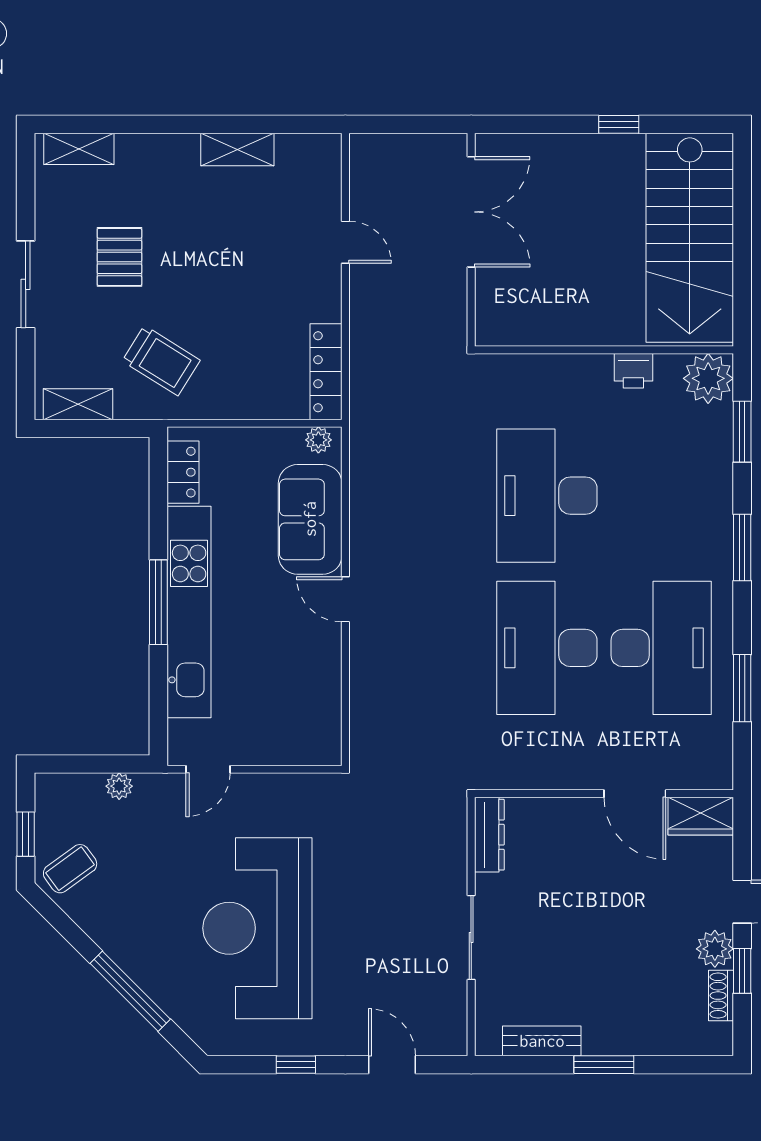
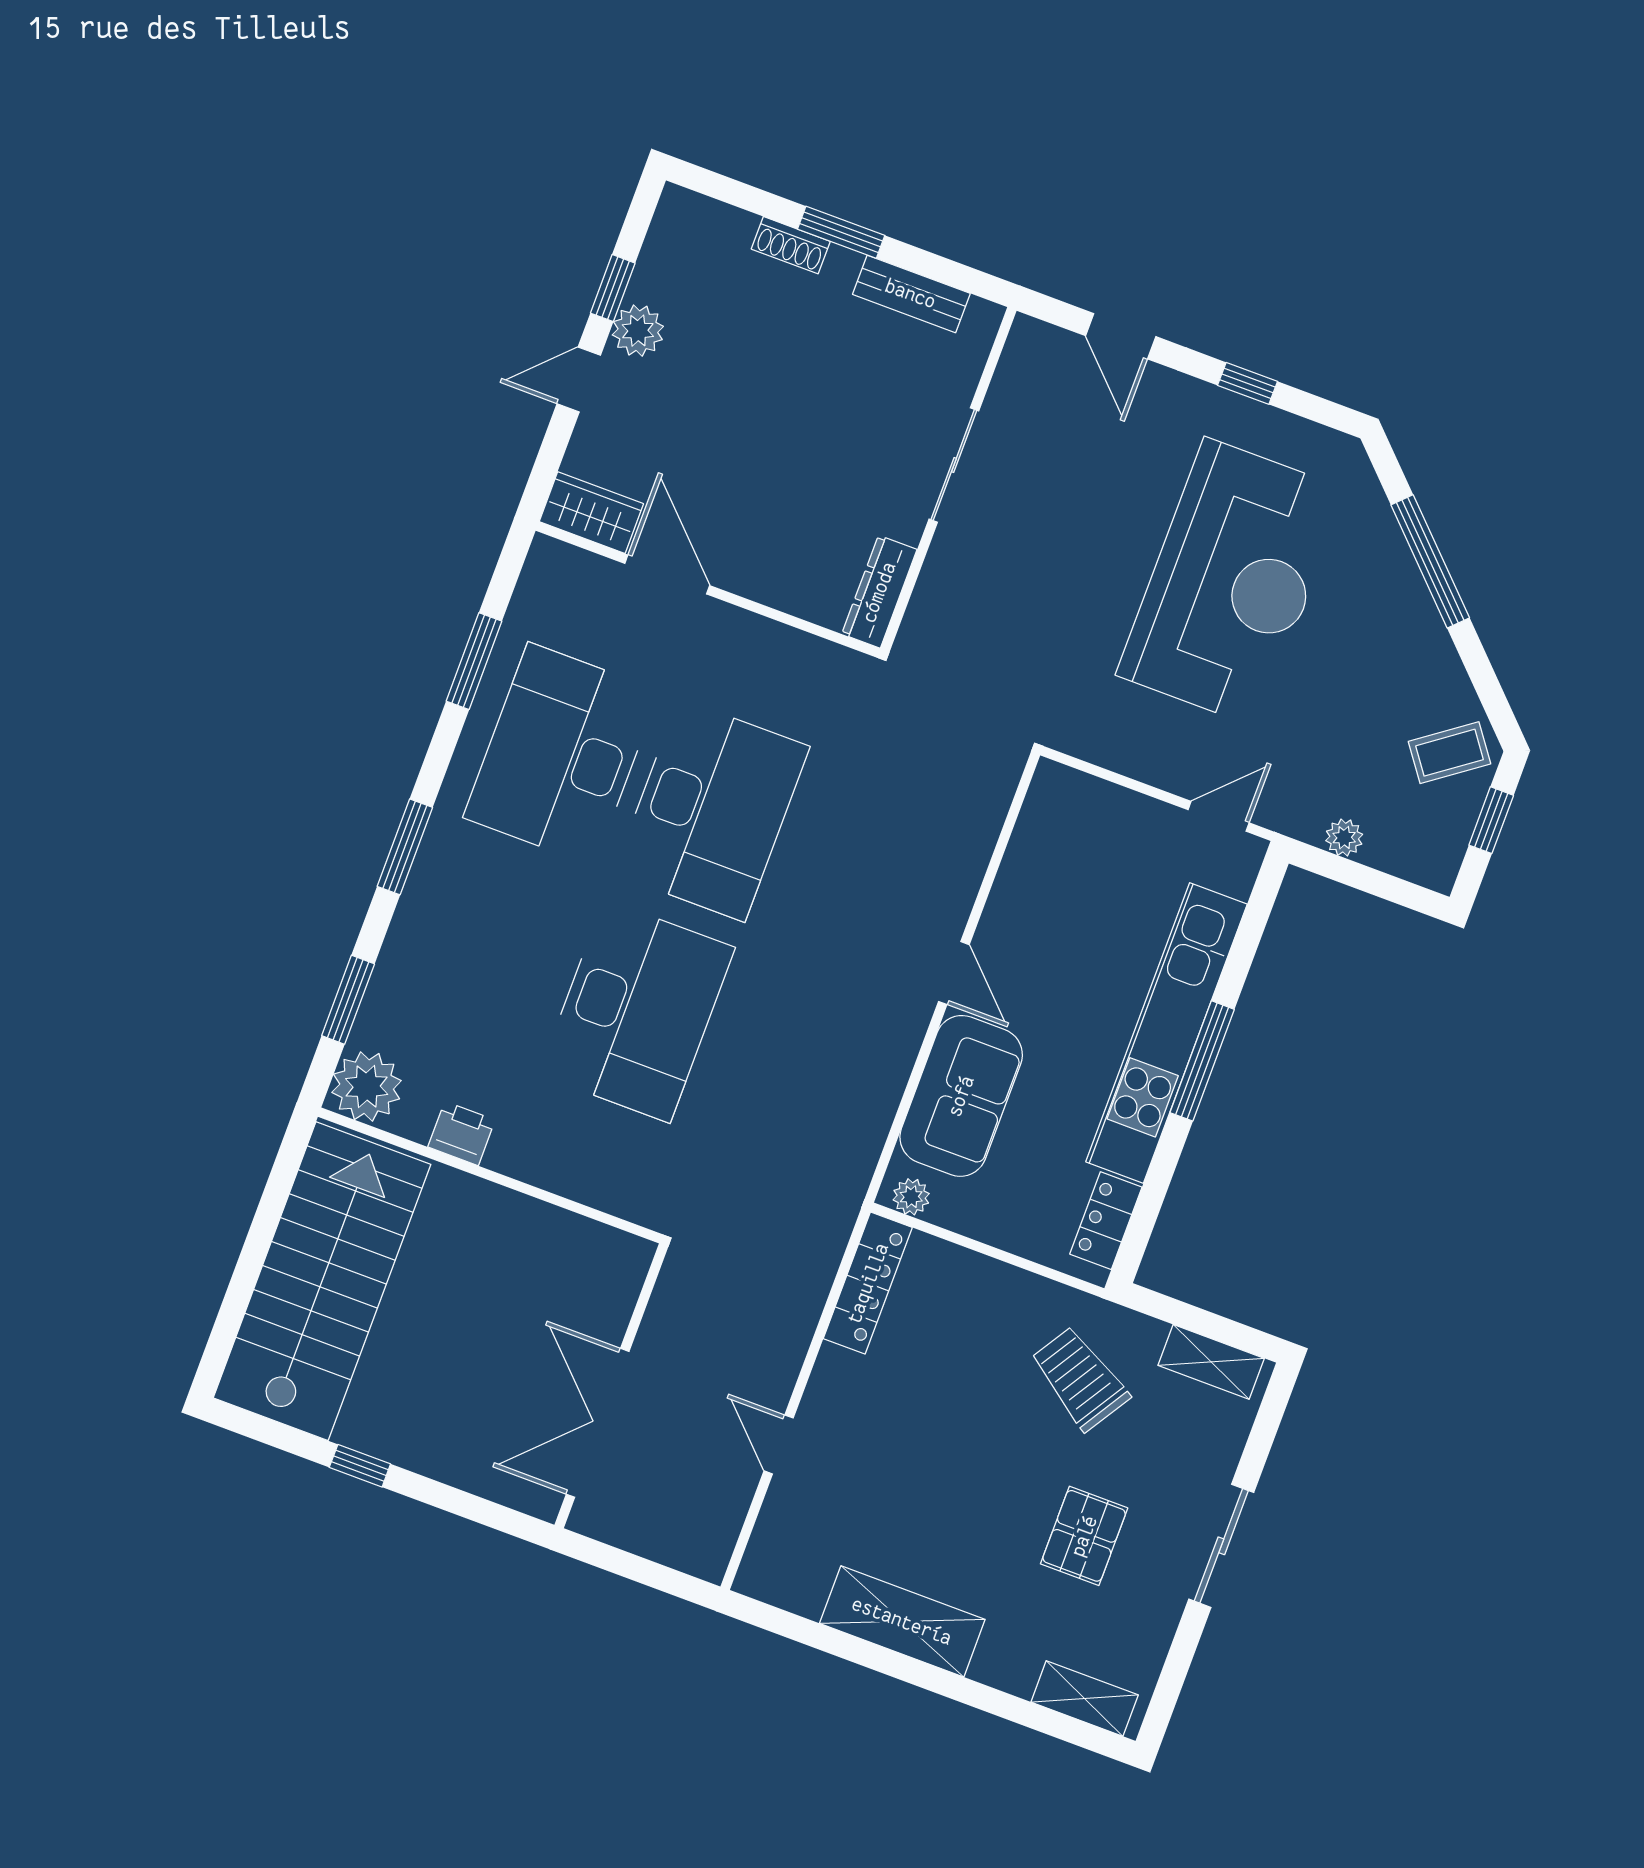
shelving: (237, 150) -> (902, 1621), width x1.50, depth x1.33
shoe rack: (721, 996) -> (791, 245), moved, turned 90

